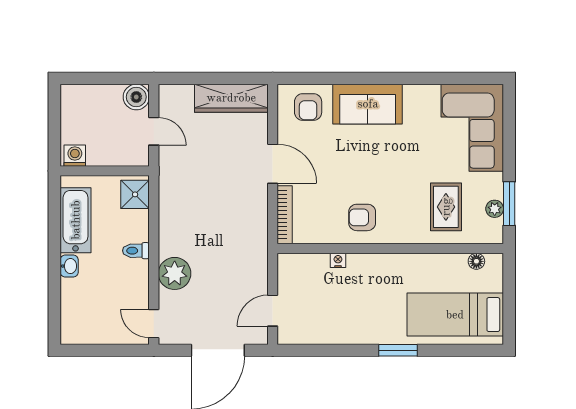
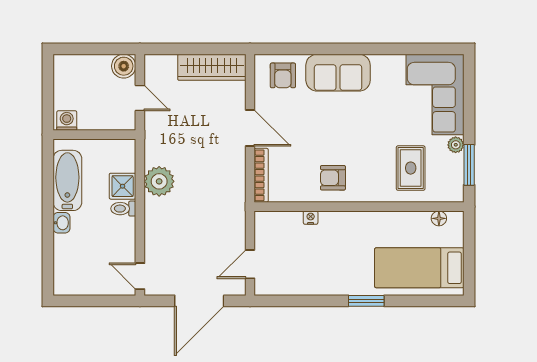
shower: (135, 194) -> (123, 186), moved
plant: (495, 209) -> (456, 145), moved
plant: (175, 273) -> (159, 181), moved

